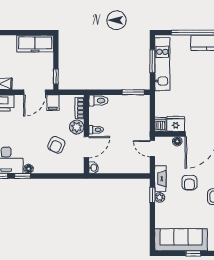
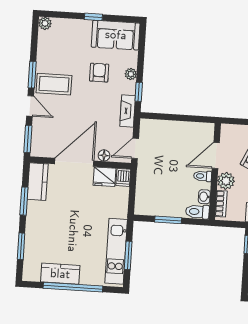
window: (133, 92) -> (168, 220), moved
door: (152, 149) -> (135, 148), swing flipped
washbasin: (93, 168) -> (204, 197), moved
armchair: (189, 183) -> (99, 73), moved
plant: (160, 197) -> (131, 74), moved
sofa: (181, 240) -> (116, 35), width x0.73

